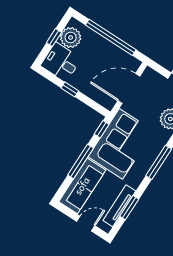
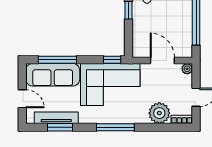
plant: (149, 73) -> (187, 69), added
door: (129, 88) -> (162, 60), width x0.73
window: (81, 161) -> (57, 60), moved

